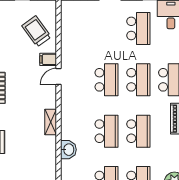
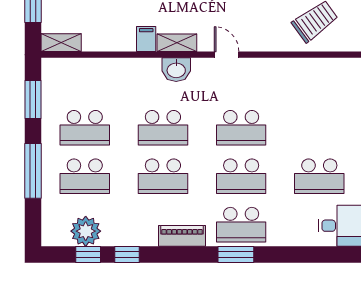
filing cabinet: (48, 59) -> (146, 39), moved
door: (58, 76) -> (227, 55), moved
washbasin: (68, 150) -> (176, 70), moved

